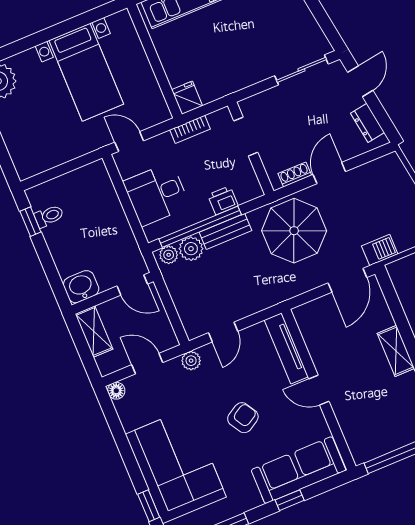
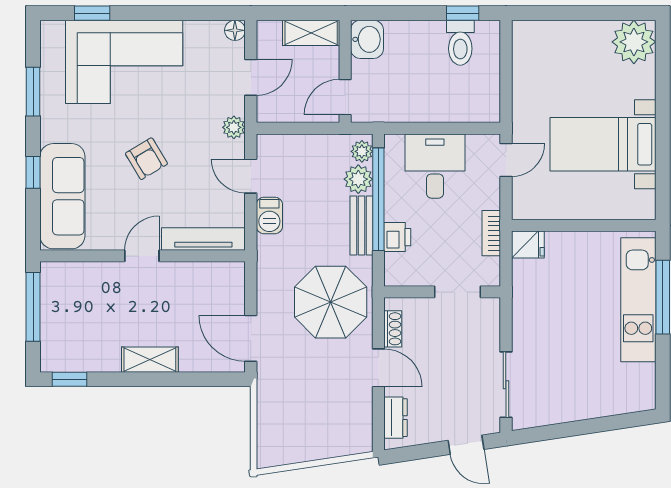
dresser: (367, 123) -> (396, 418), moved, turned 99
toilet: (49, 216) -> (460, 43), width x1.37, depth x1.39
barbecue: (380, 250) -> (269, 215), moved

